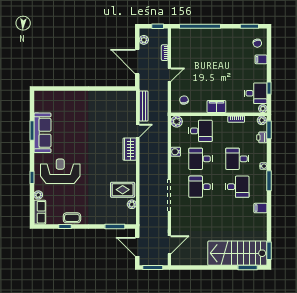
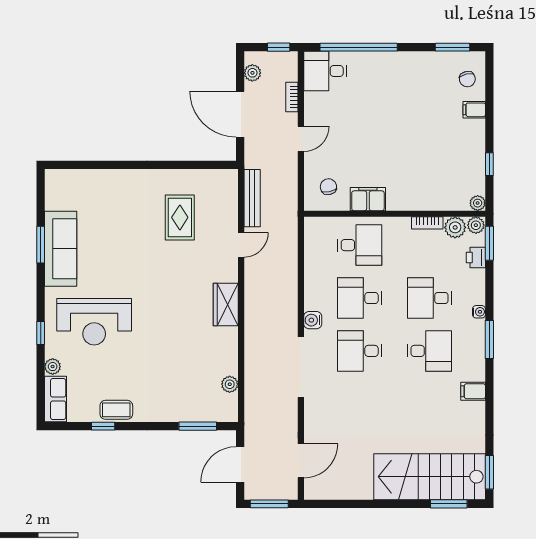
desk: (256, 93) -> (325, 71), moved, turned 180
filing cabinet: (216, 107) -> (368, 199), moved
plant: (177, 122) -> (455, 227), moved
wardrobe: (130, 149) -> (226, 305), moved
water cooler: (176, 152) -> (313, 320), moved
reception desk: (60, 171) -> (94, 322), turned 180
rug: (123, 190) -> (180, 217), moved, turned 90
door: (137, 247) -> (240, 464), hinge flipped

